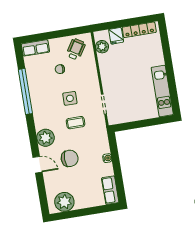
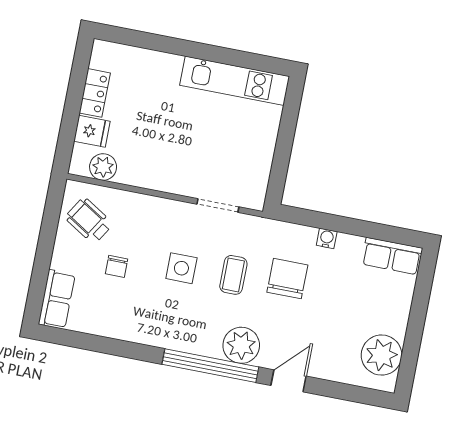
locker: (139, 30) -> (95, 93), width x0.66
window: (25, 91) -> (210, 366), moved
chair: (70, 158) -> (287, 279), moved

